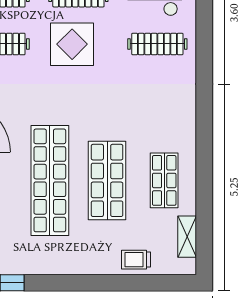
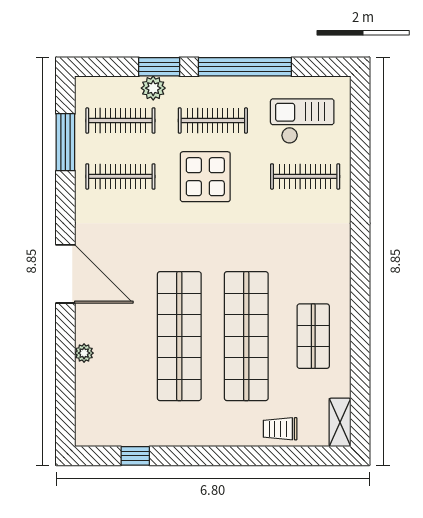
shop shelf: (107, 180) -> (246, 336), width x1.40
shelving: (187, 237) -> (340, 422), moved

